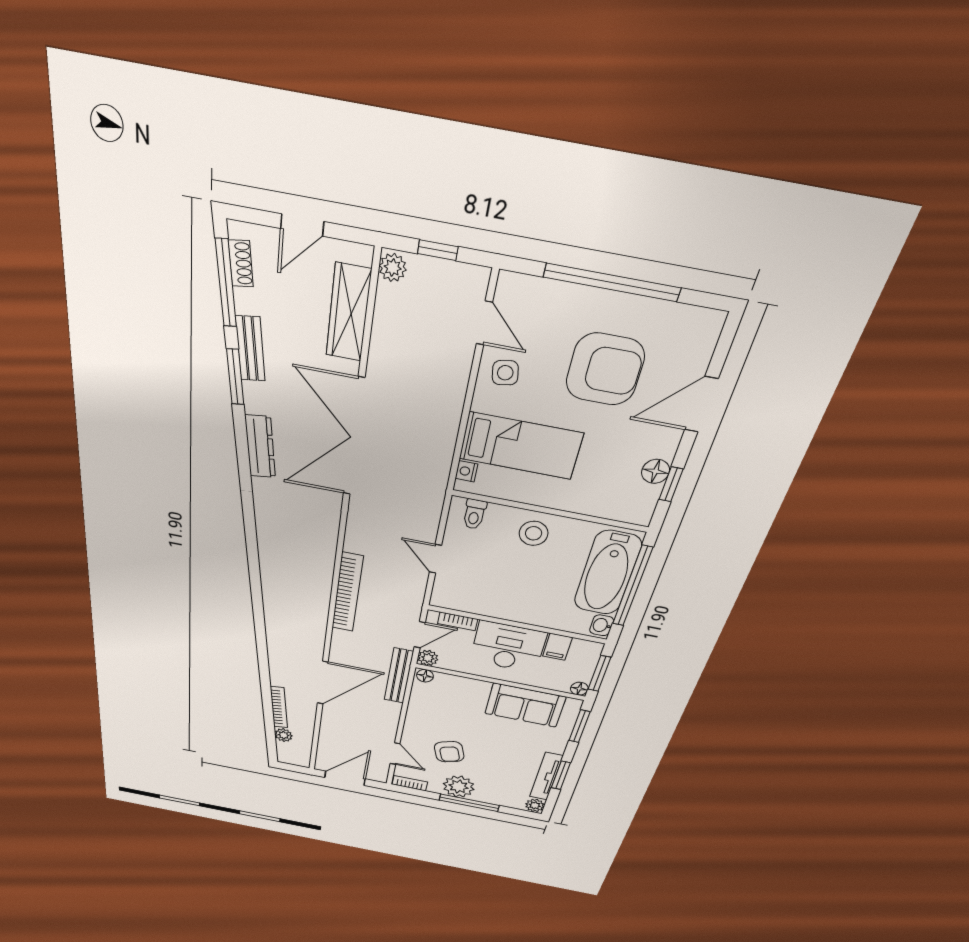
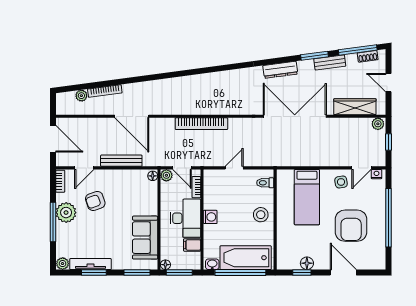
nightstand: (466, 471) -> (377, 174), moved
washing machine: (516, 612) -> (210, 217), added
bench: (399, 676) -> (121, 161), moved

